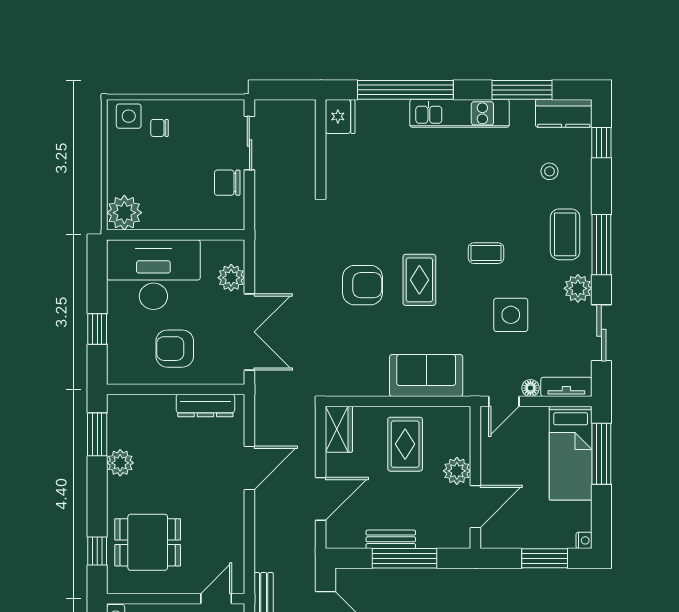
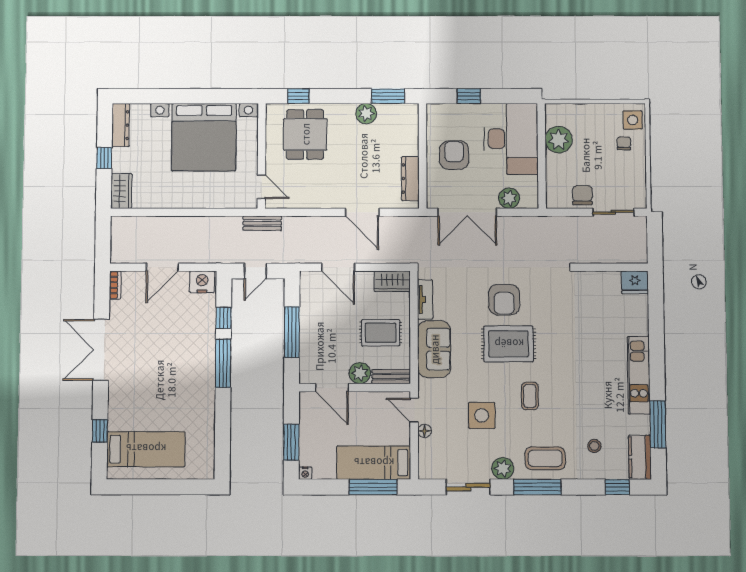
window: (405, 90) -> (656, 333), removed
plant: (124, 213) -> (559, 140), moved
rug: (419, 280) -> (509, 344), width x1.36, depth x1.43
tv unit: (566, 387) -> (425, 299), moved
bench: (391, 539) -> (391, 376), moved, turned 90

